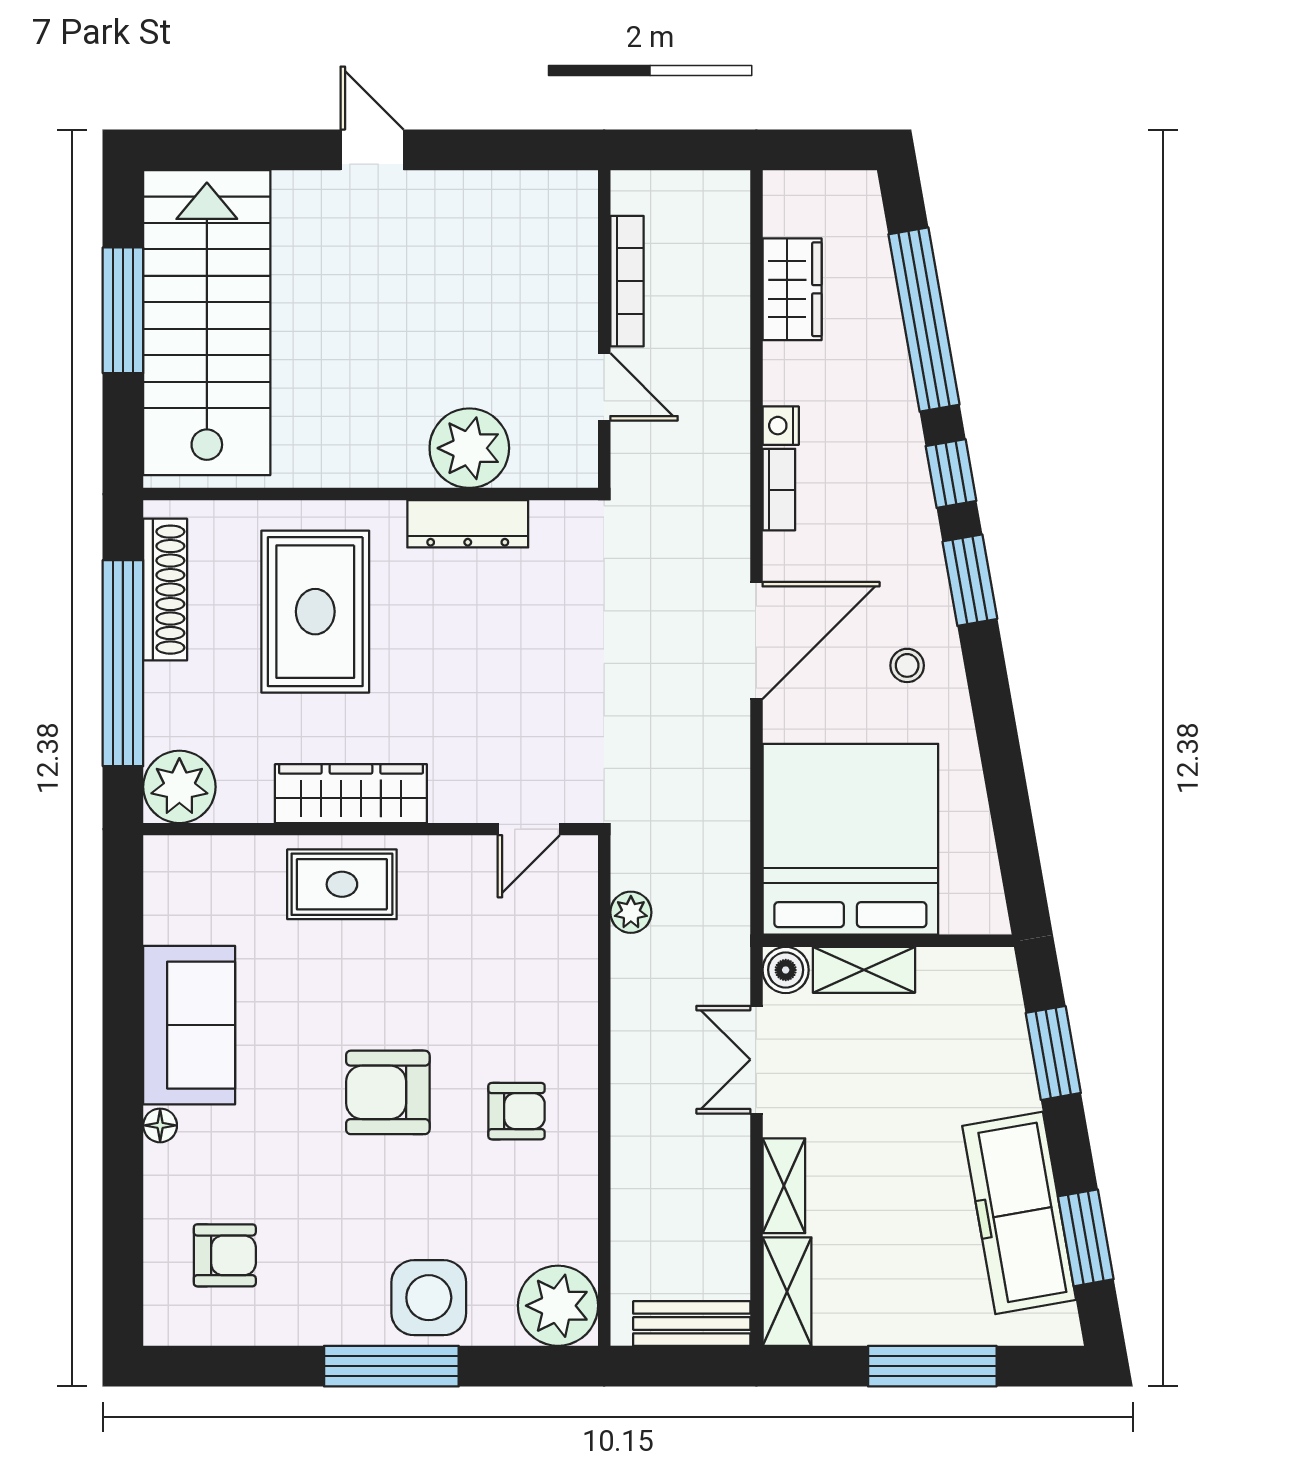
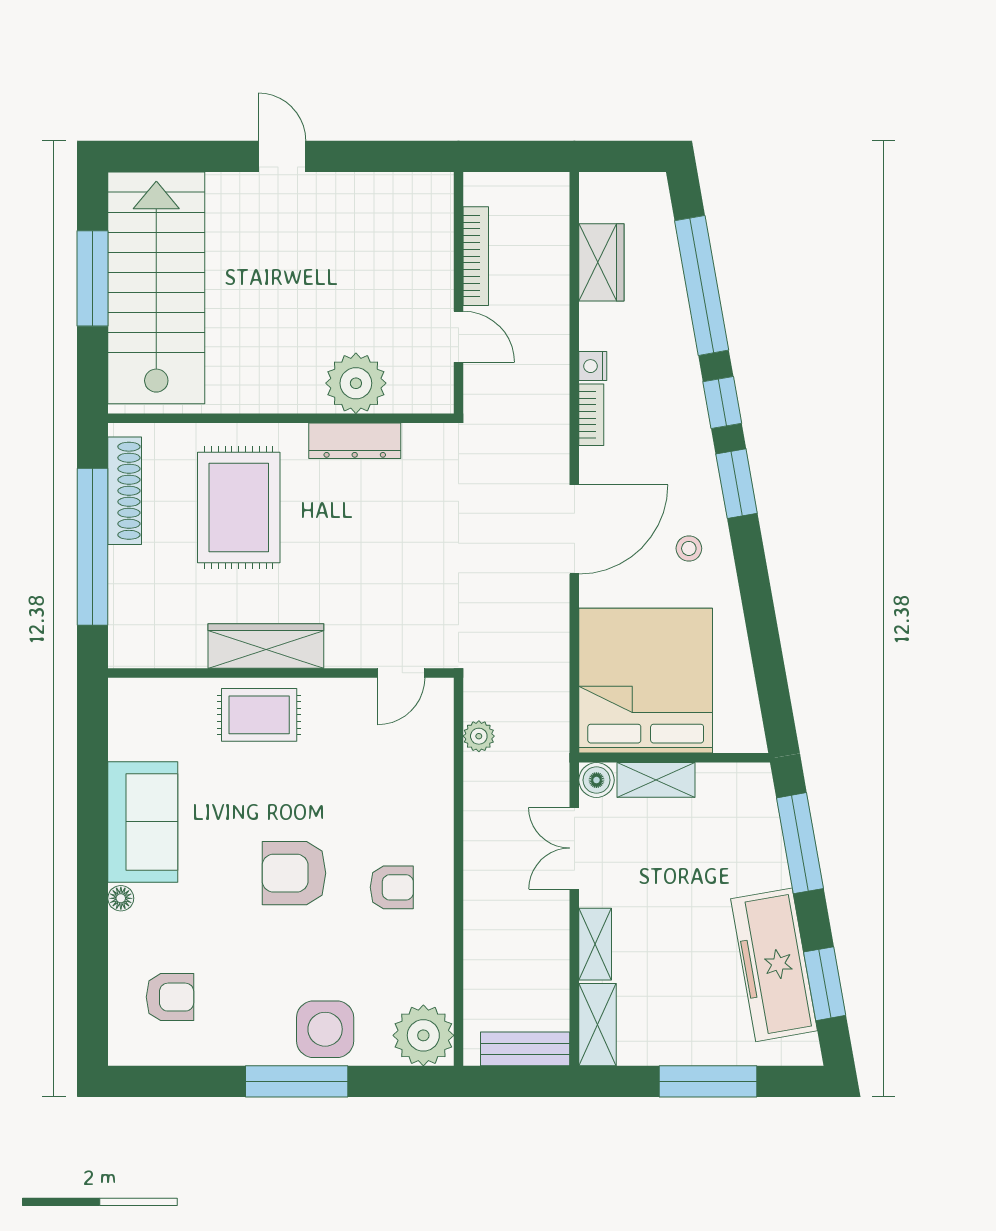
plant: (179, 787) -> (135, 641), removed
window: (1053, 1053) -> (800, 843), width x1.44

